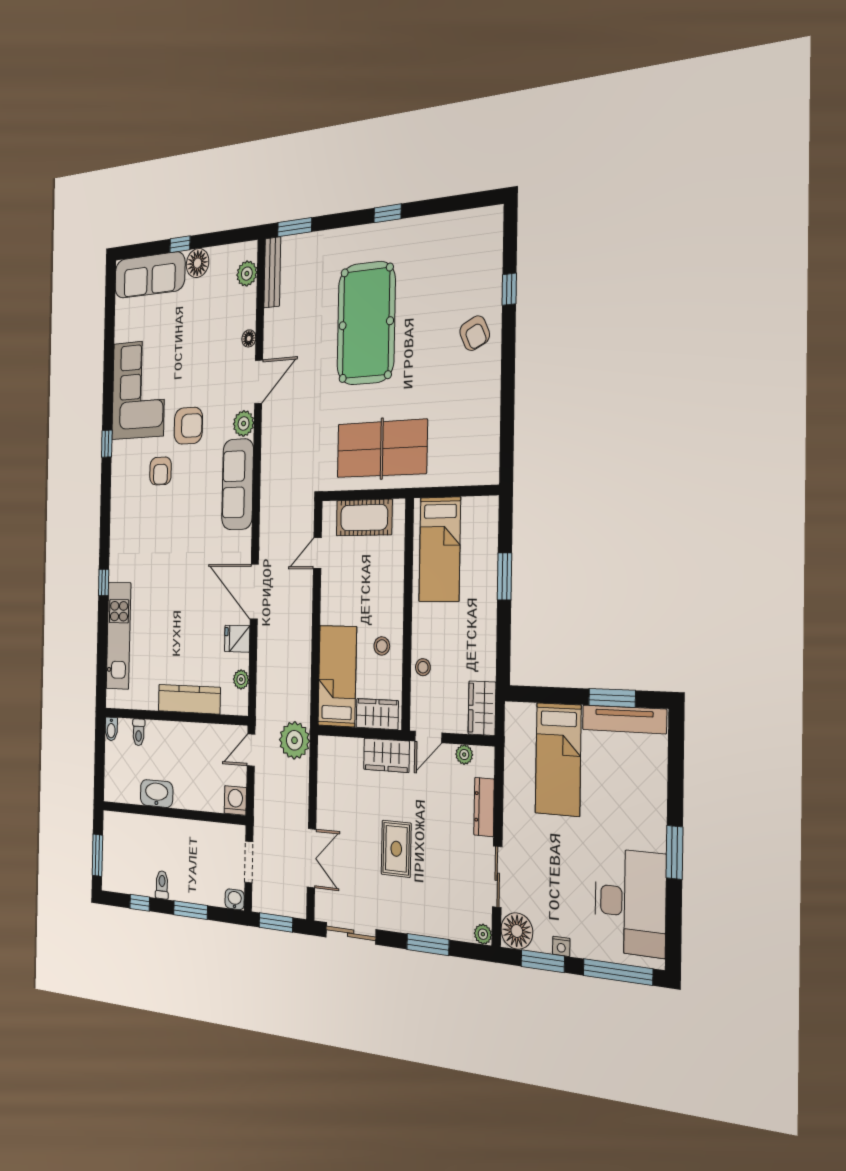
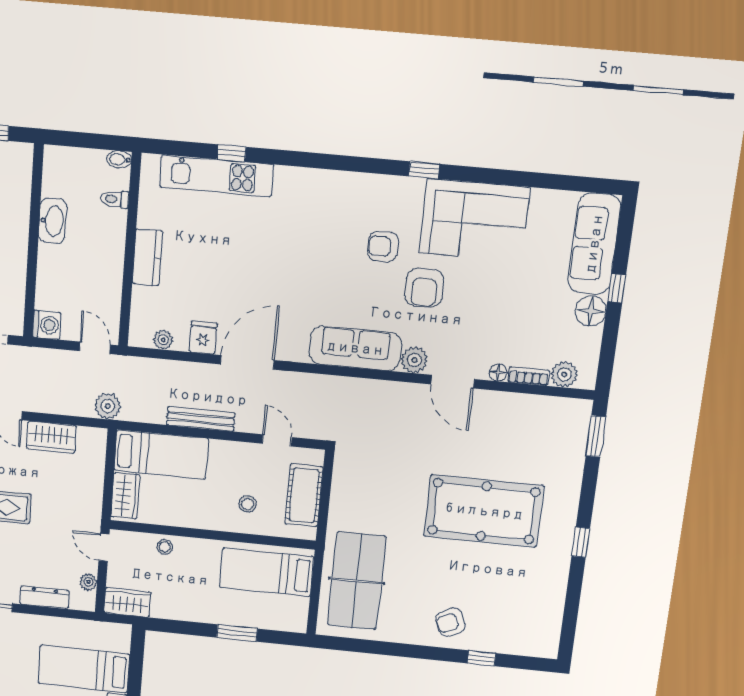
bench: (272, 272) -> (201, 419), moved
bookcase: (250, 308) -> (529, 376), added
table tennis table: (382, 449) -> (357, 581), moved
window: (104, 582) -> (231, 153), moved
stool: (382, 646) -> (248, 504), moved
kitchen counter: (189, 699) -> (147, 257), width x0.67
plant: (294, 740) -> (108, 406), width x0.73, depth x0.73
wardrobe: (386, 755) -> (51, 437), moved, turned -90

